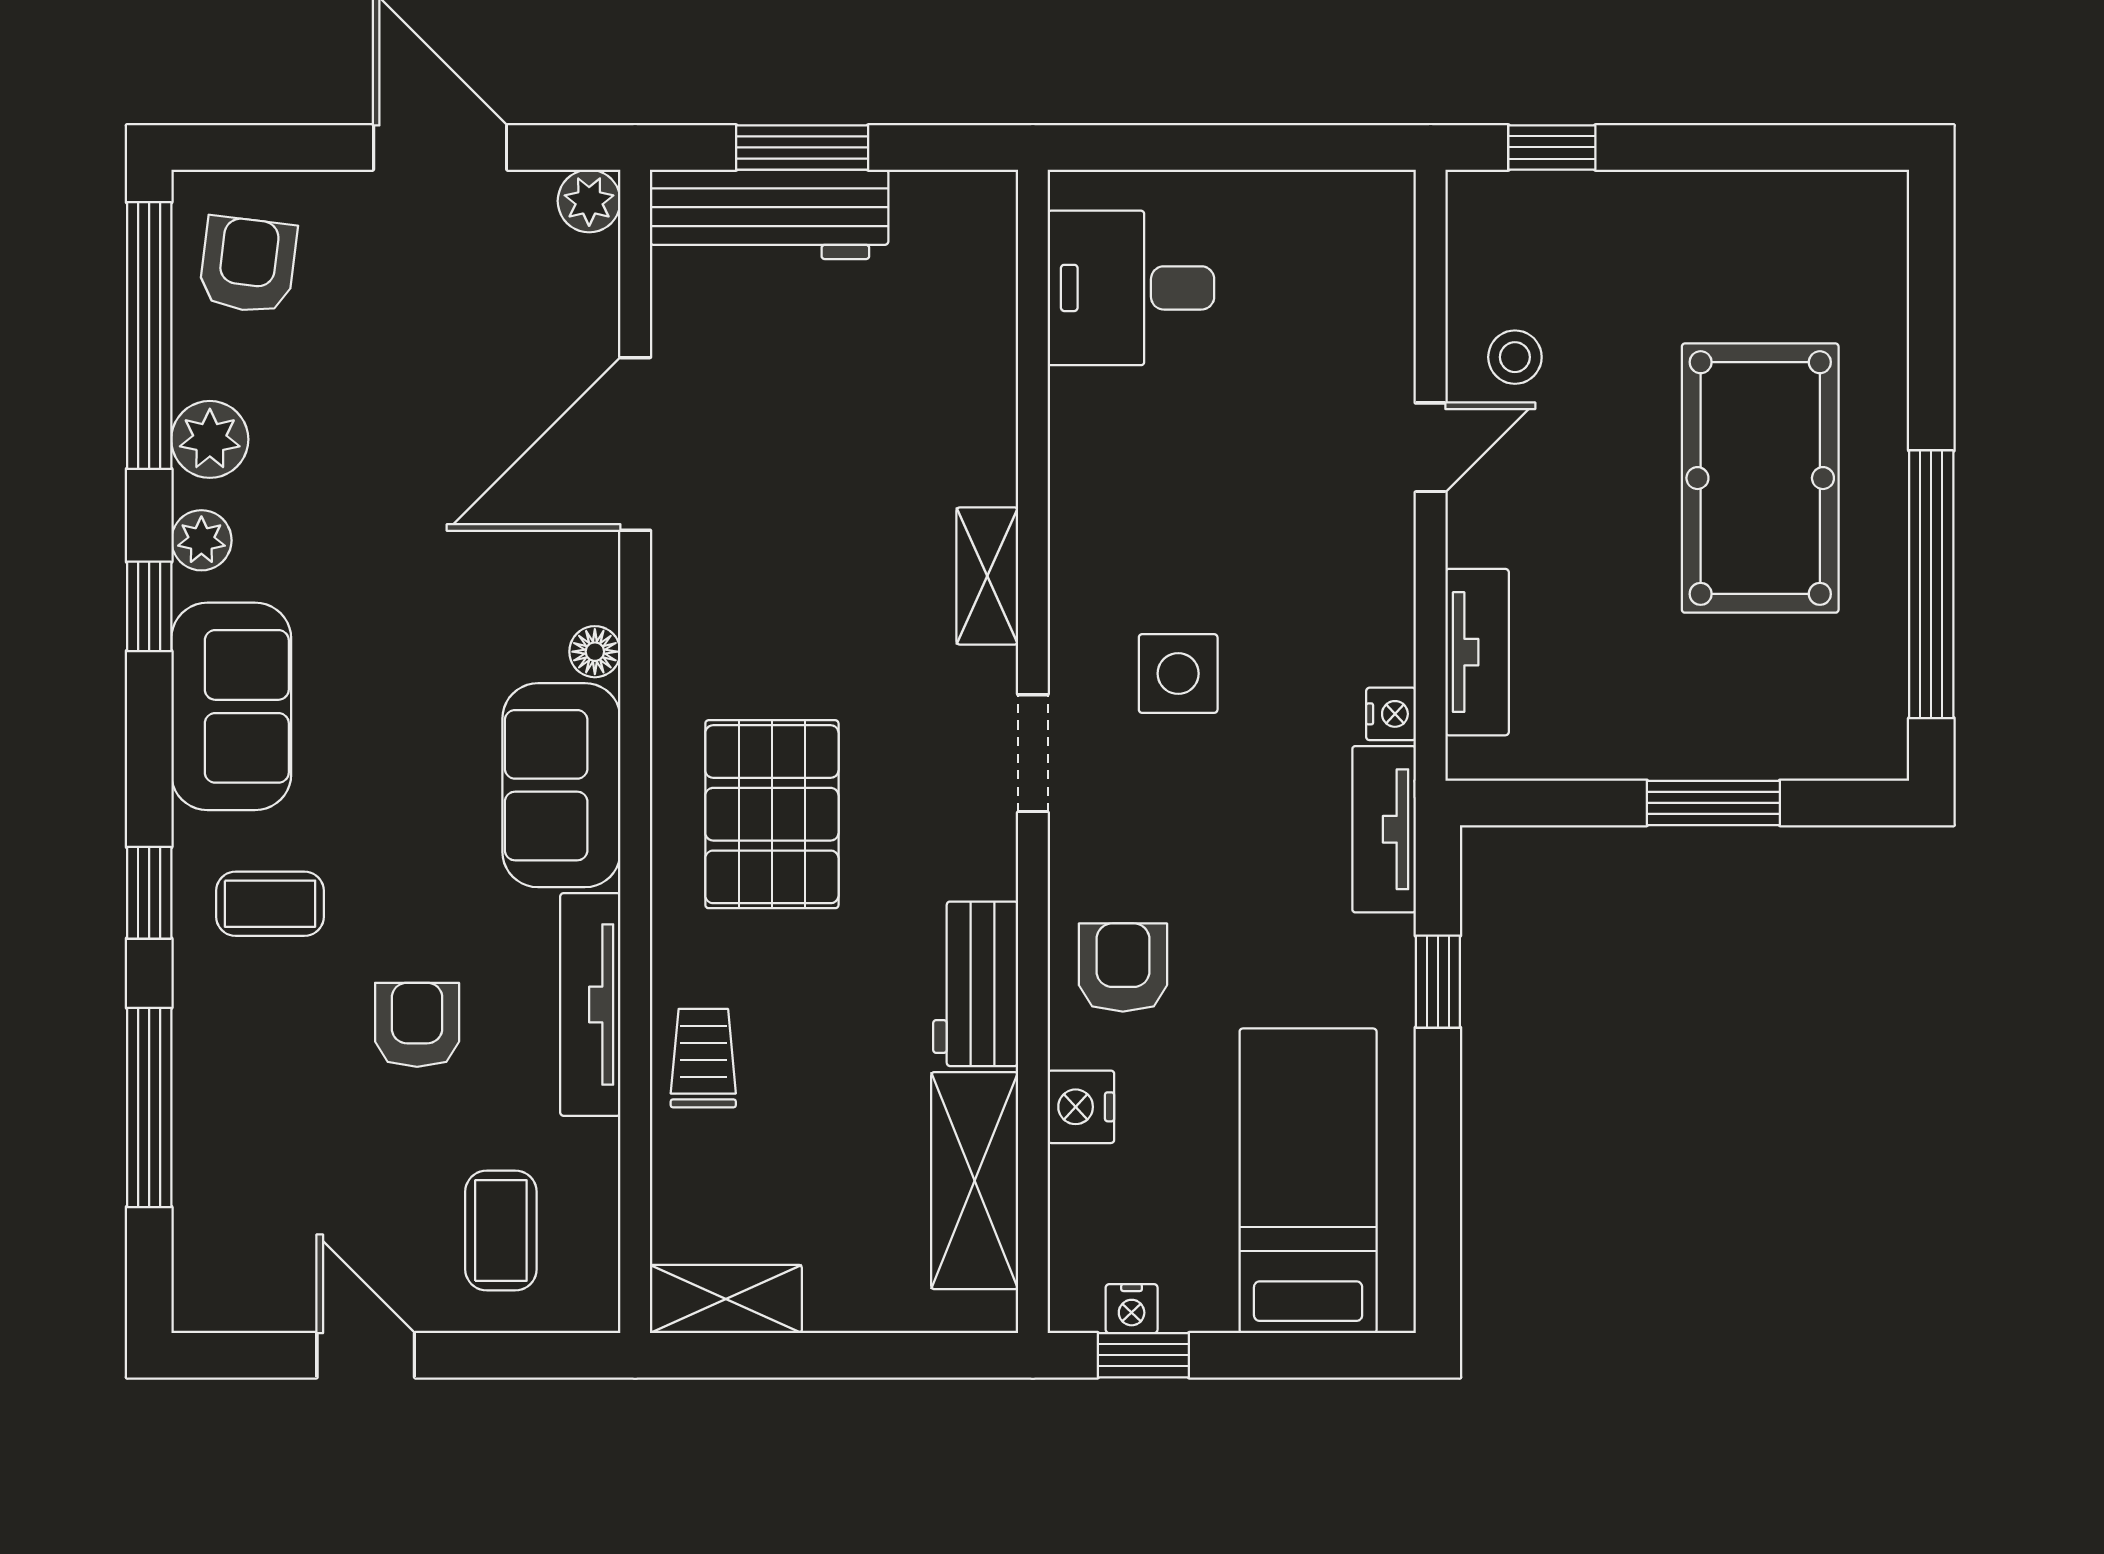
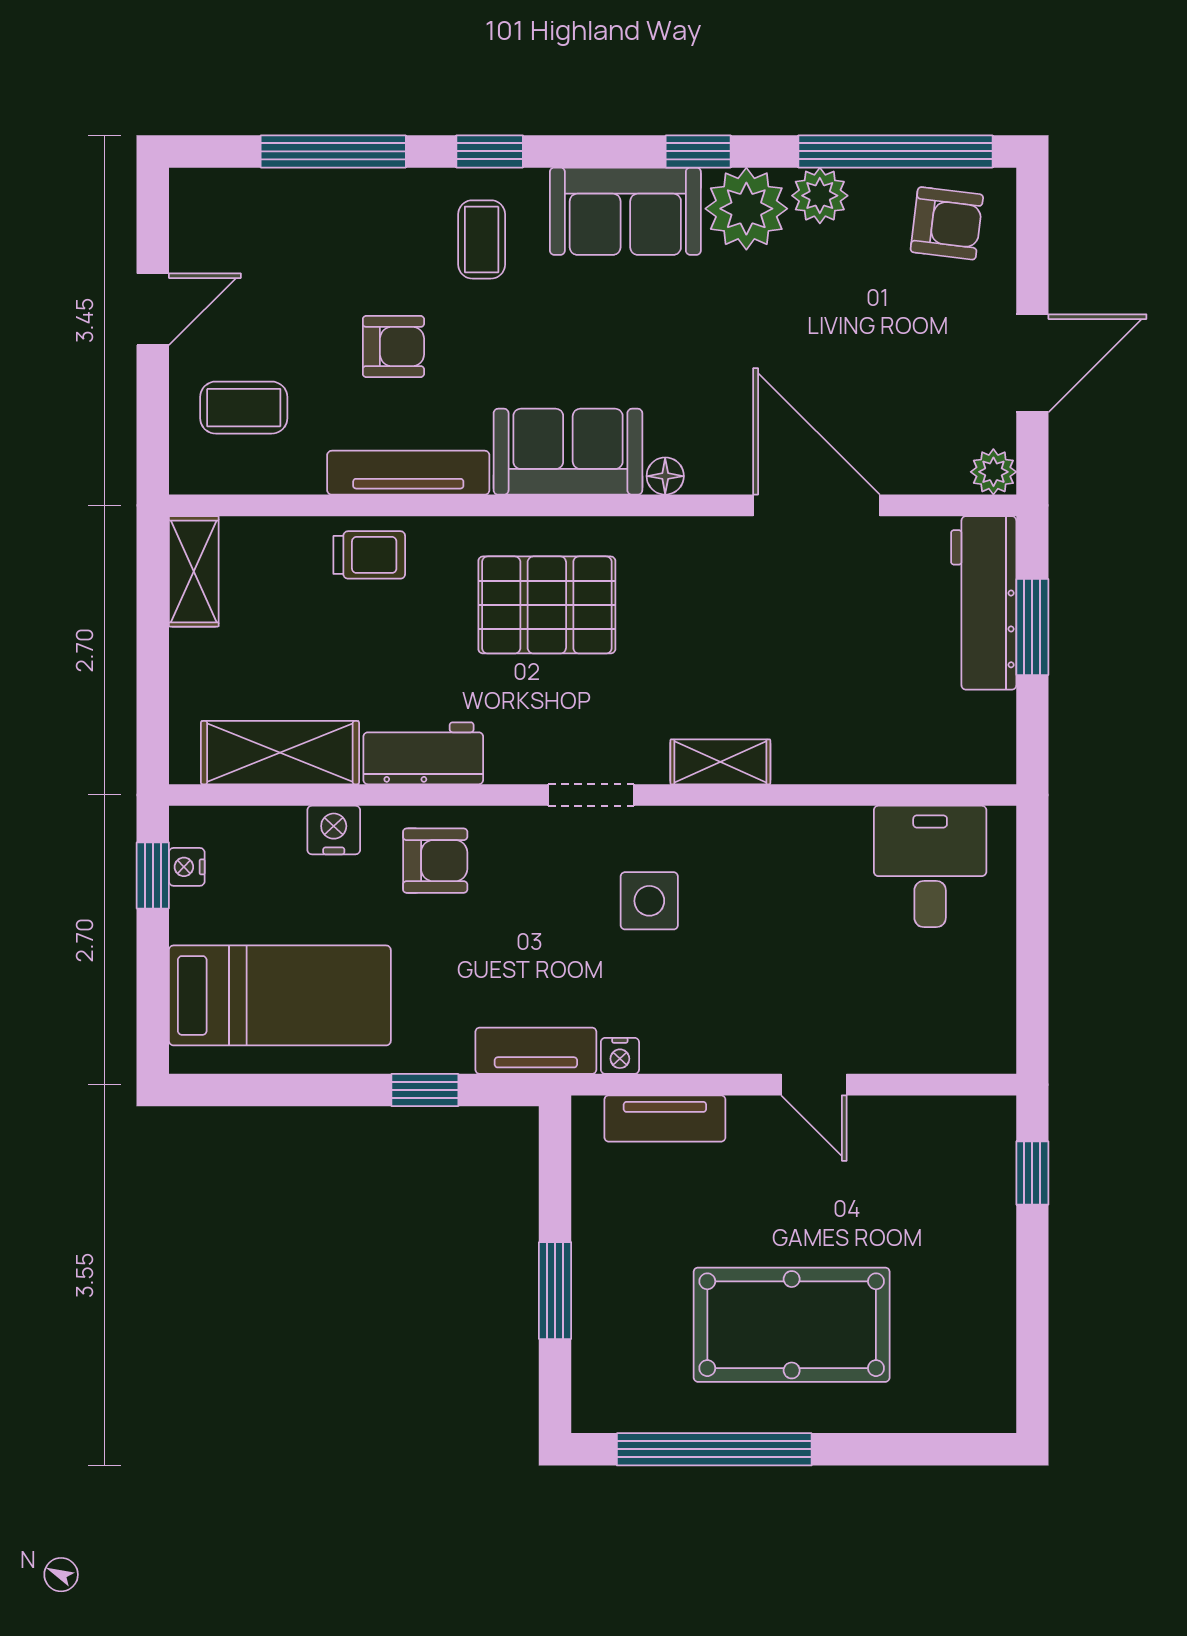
stool: (1515, 357) -> (880, 1146), removed
plant: (201, 540) -> (746, 209), width x1.88, depth x1.88

